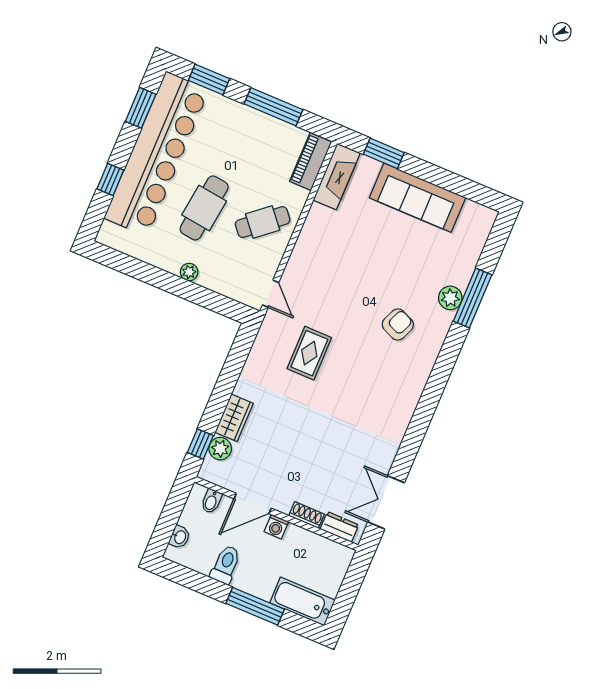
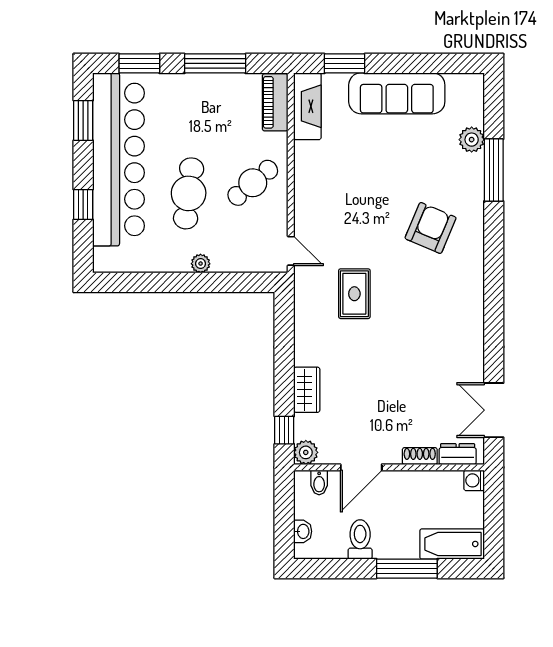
plant: (450, 298) -> (472, 140), moved
armchair: (398, 324) -> (431, 228), width x1.38, depth x1.38
plant: (220, 449) -> (306, 452), moved
washing machine: (276, 527) -> (474, 480), moved, turned 90

